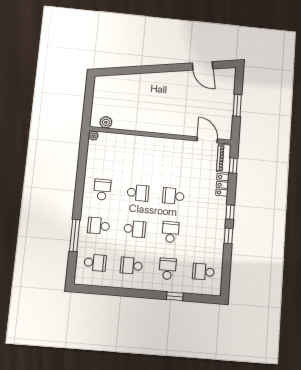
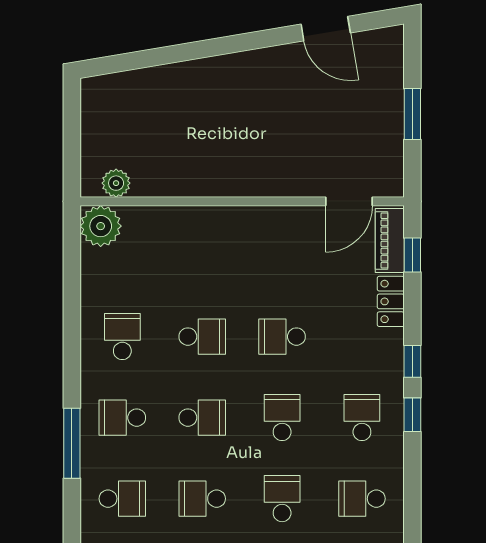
plant: (93, 136) -> (101, 226), width x1.87, depth x1.87
door: (207, 140) -> (349, 201), swing flipped
school desk: (206, 235) -> (362, 418), added

